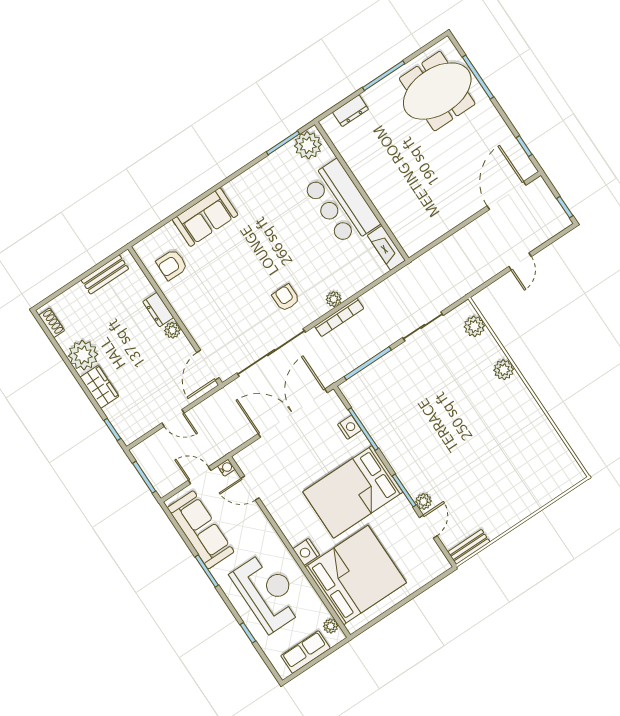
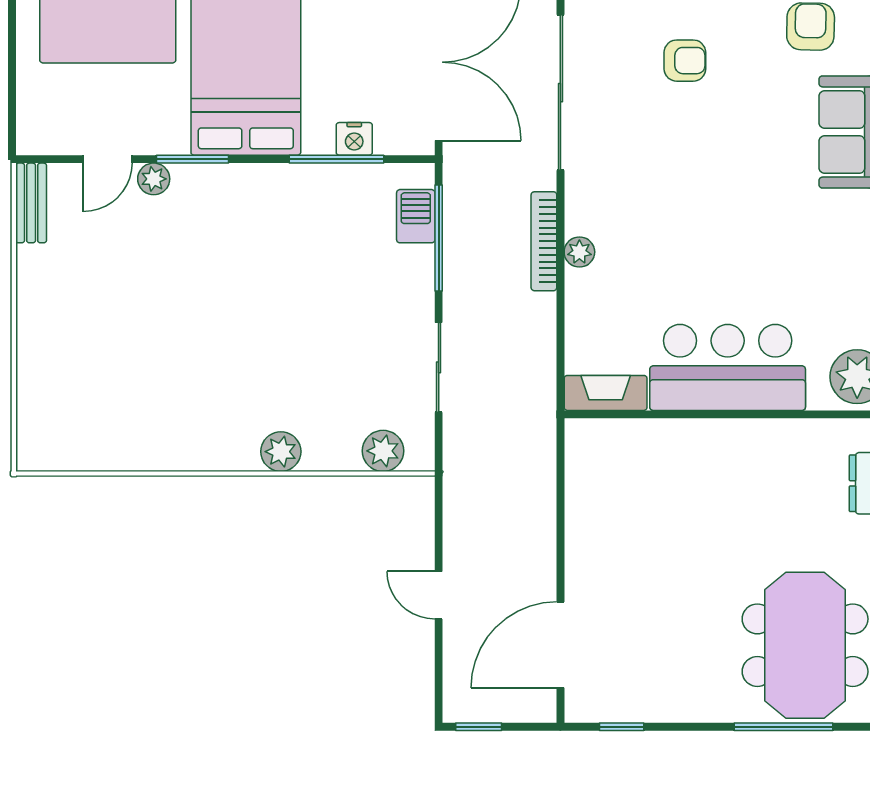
door: (507, 195) -> (560, 645), swing flipped
armchair: (286, 298) -> (685, 61), moved
barbecue: (365, 379) -> (416, 216), added
door: (428, 527) -> (108, 159), hinge flipped

